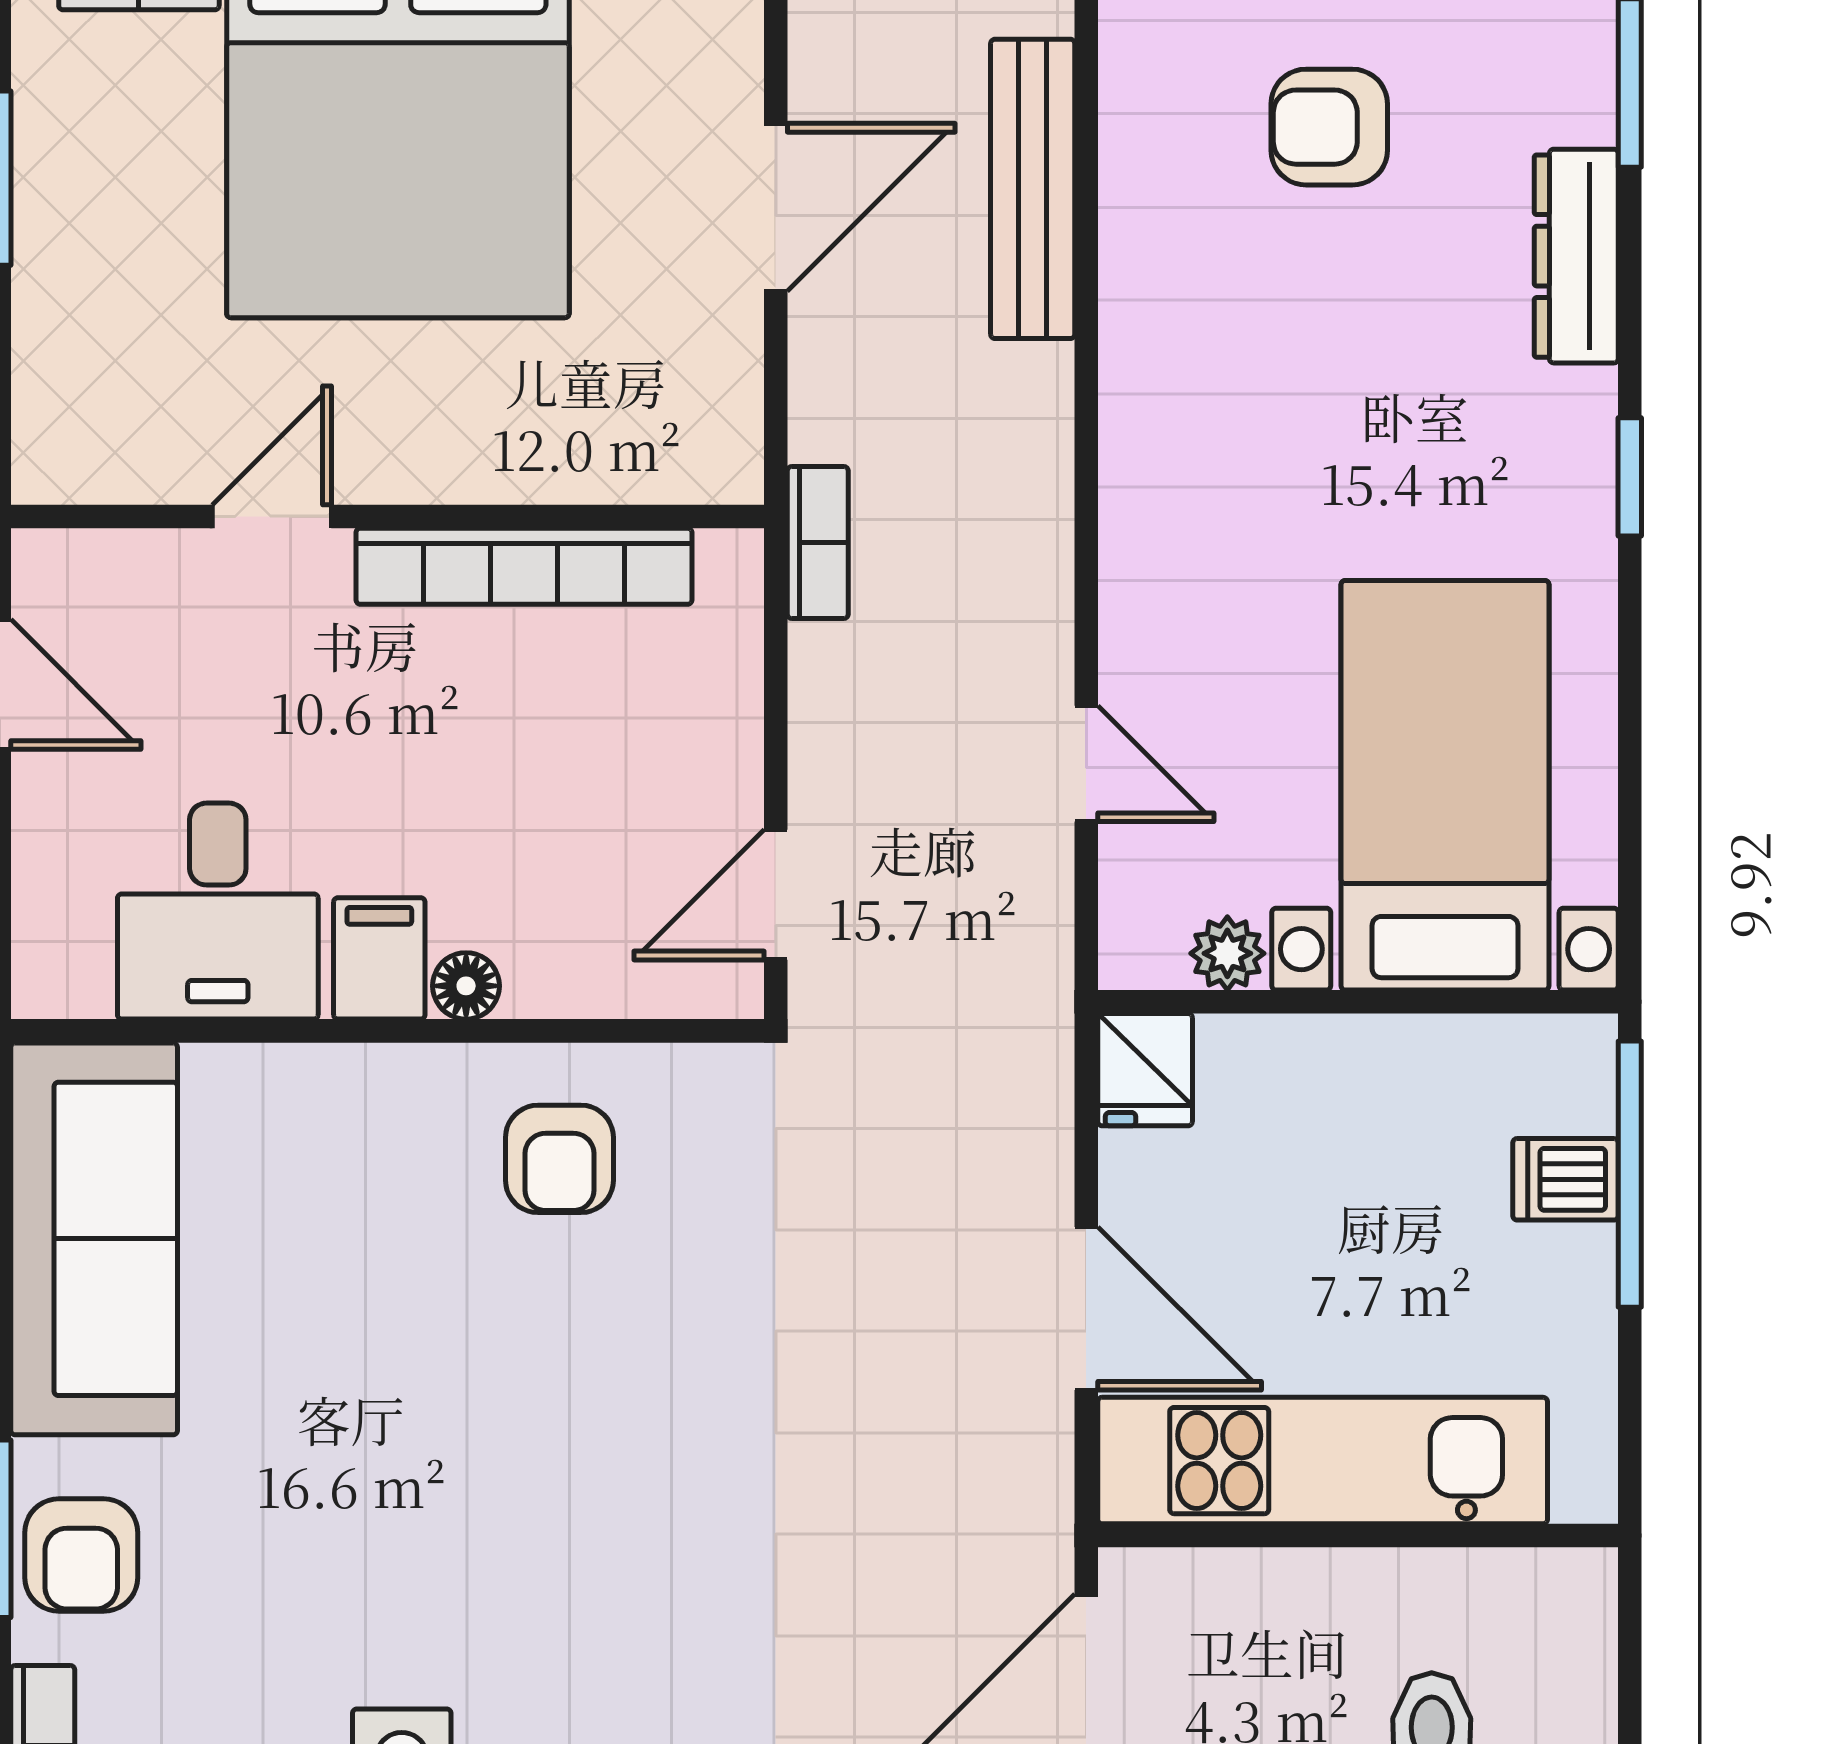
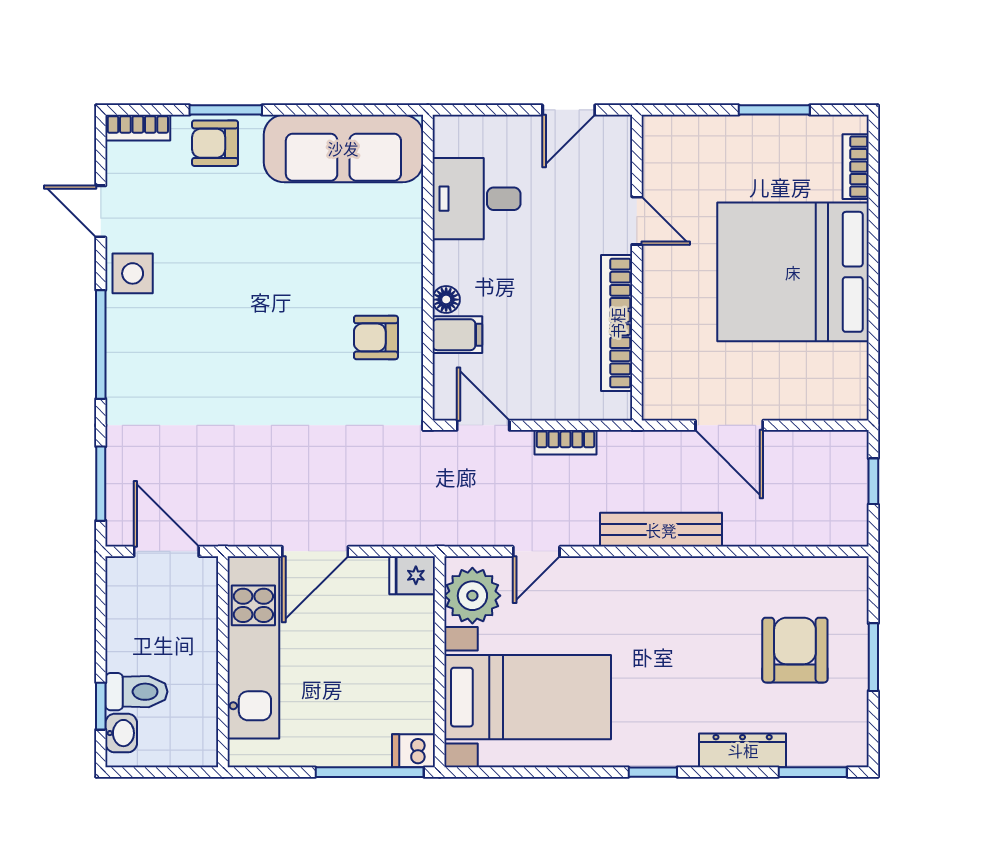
armchair: (1329, 127) -> (795, 650), width x1.38, depth x1.38
bench: (1033, 189) -> (661, 530), moved
door: (776, 207) -> (729, 425), moved
bookcase: (818, 542) -> (565, 442), moved
plant: (1227, 953) -> (472, 596), width x1.87, depth x1.87
filing cabinet: (379, 958) -> (457, 335), moved
dishwasher: (1565, 1179) -> (414, 751), moved, turned -90

